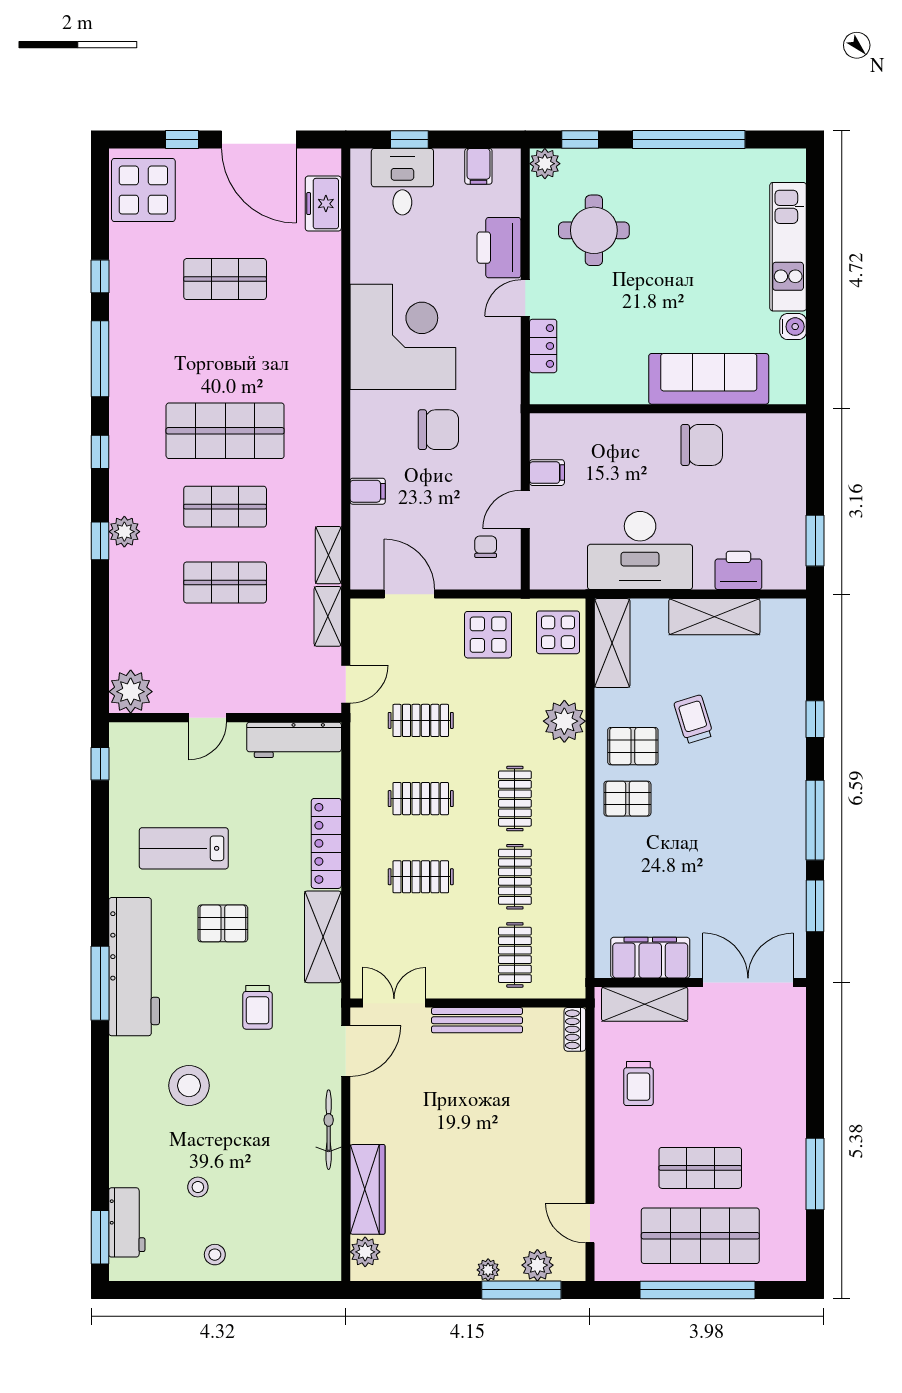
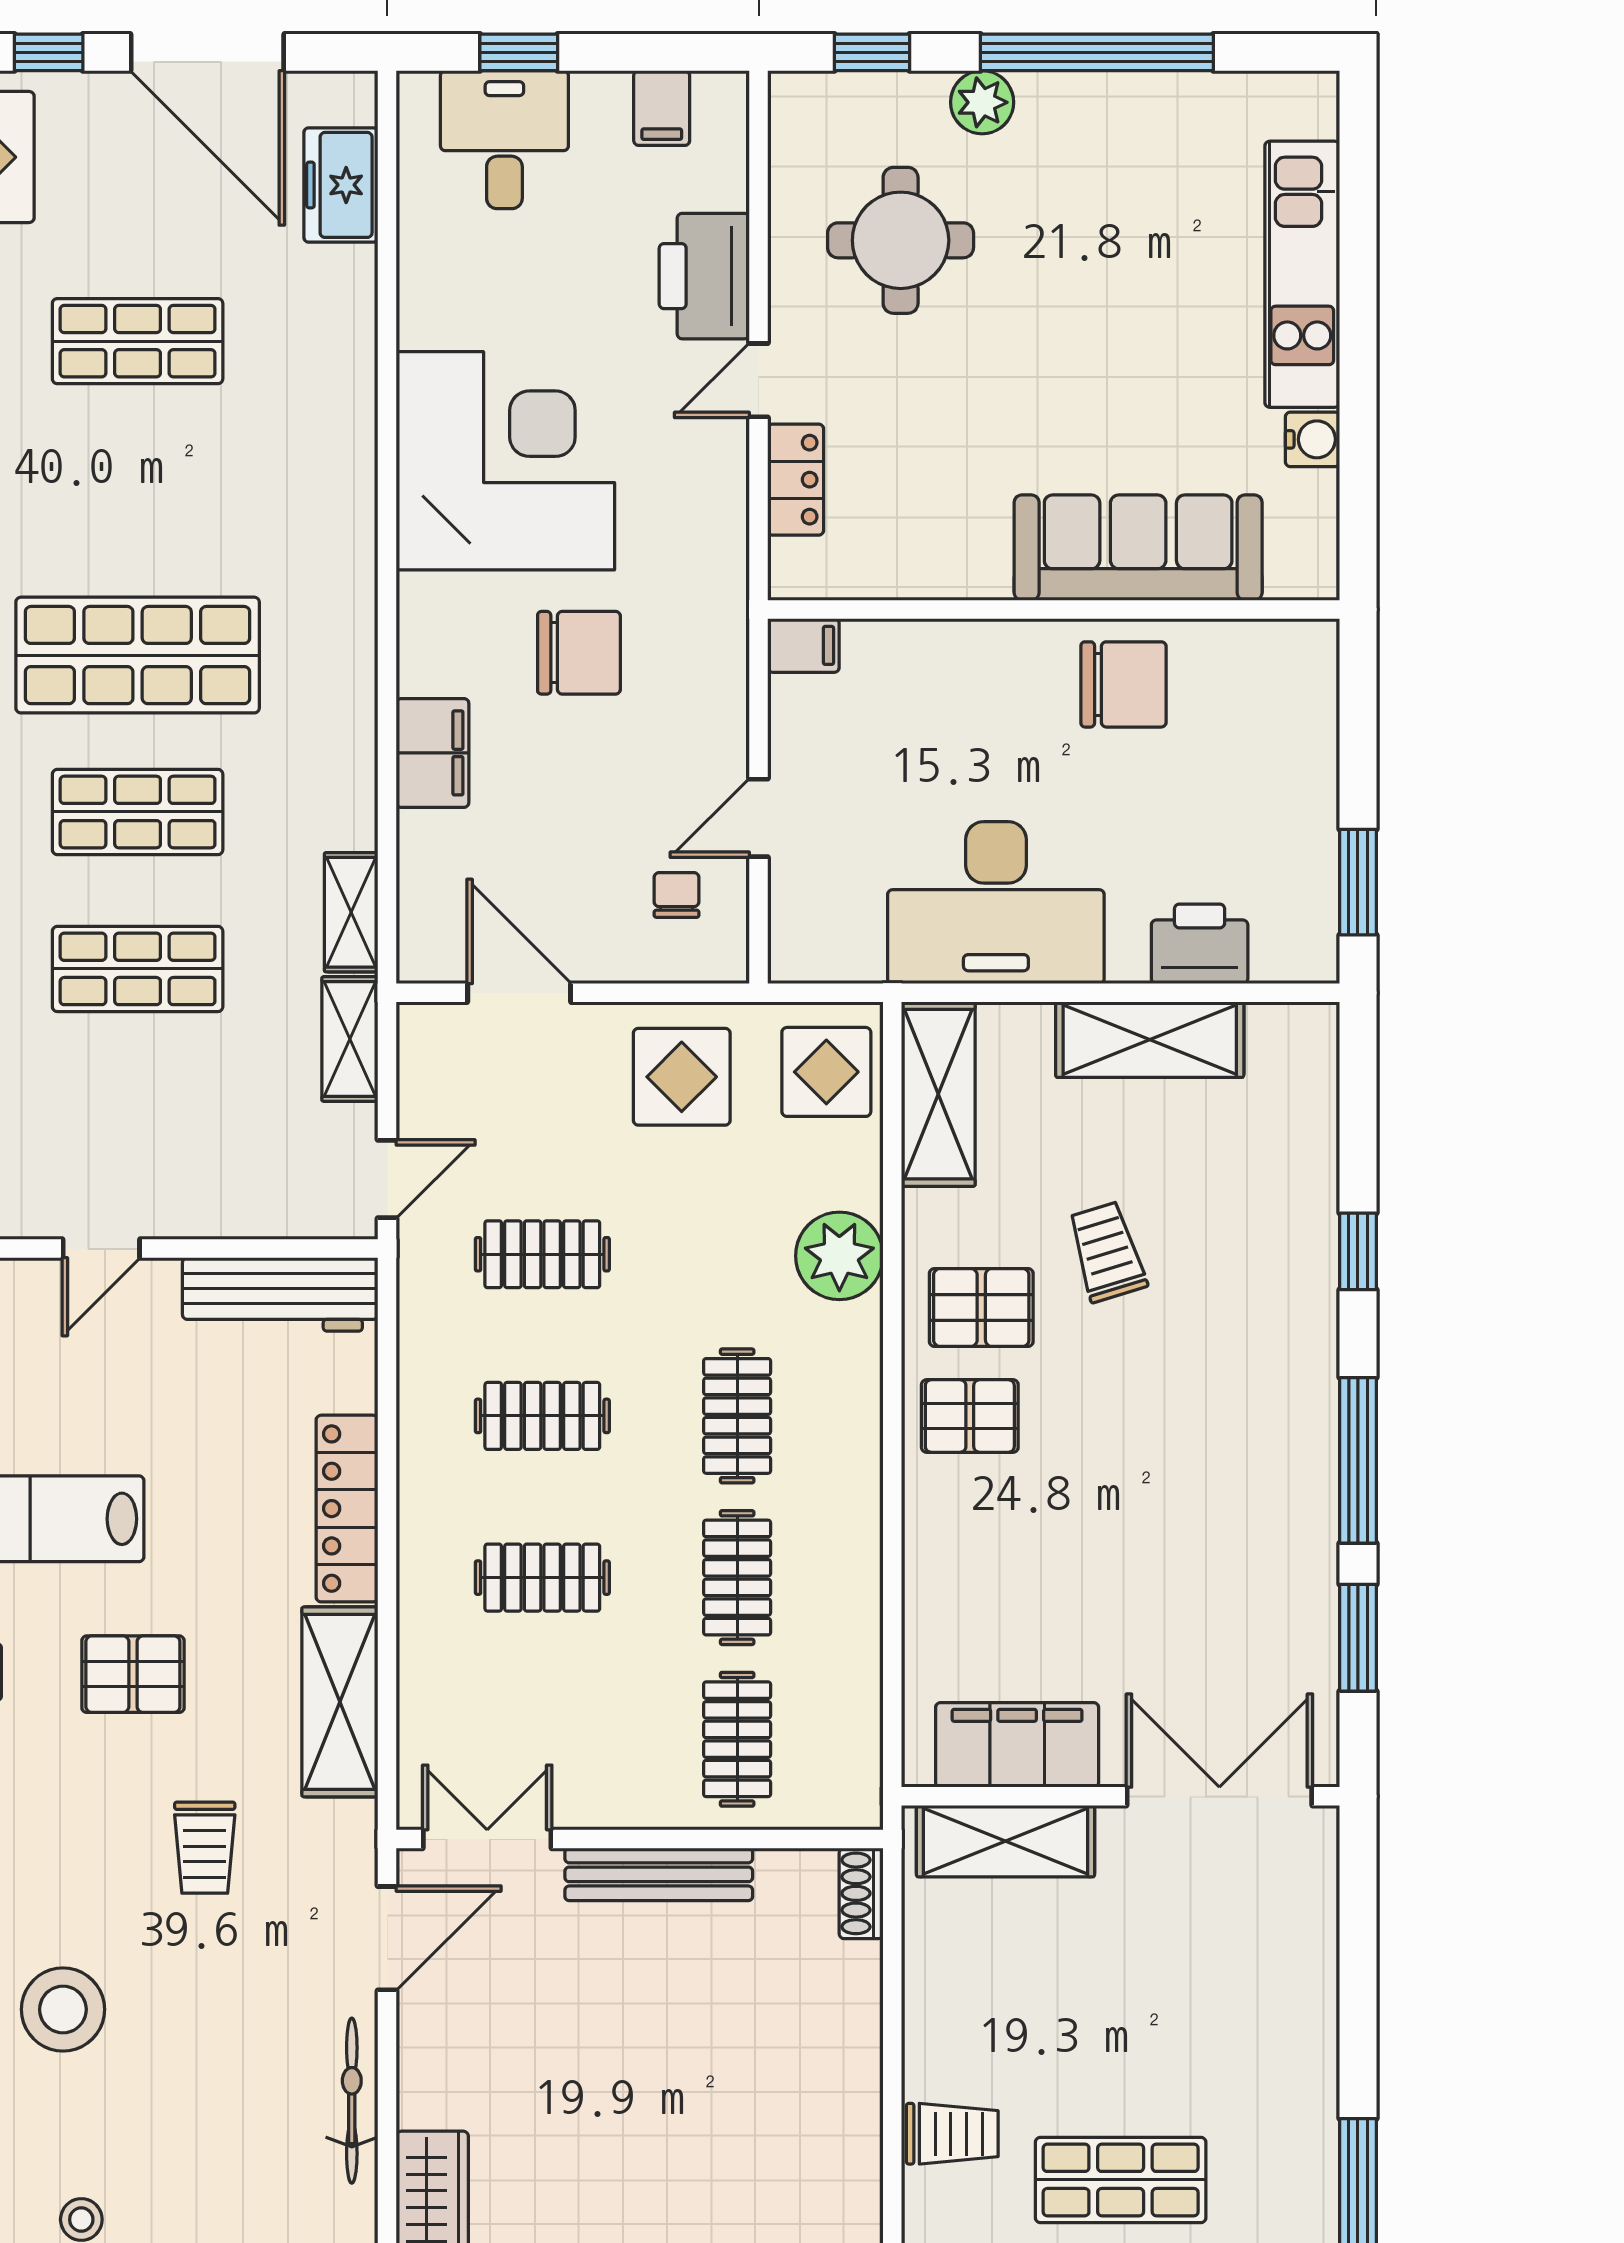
plant: (545, 164) -> (982, 102), moved
filing cabinet: (547, 473) -> (803, 645), moved
filing cabinet: (368, 491) -> (433, 753), width x2.00
trolley: (638, 1084) -> (952, 2134), moved, turned -90

